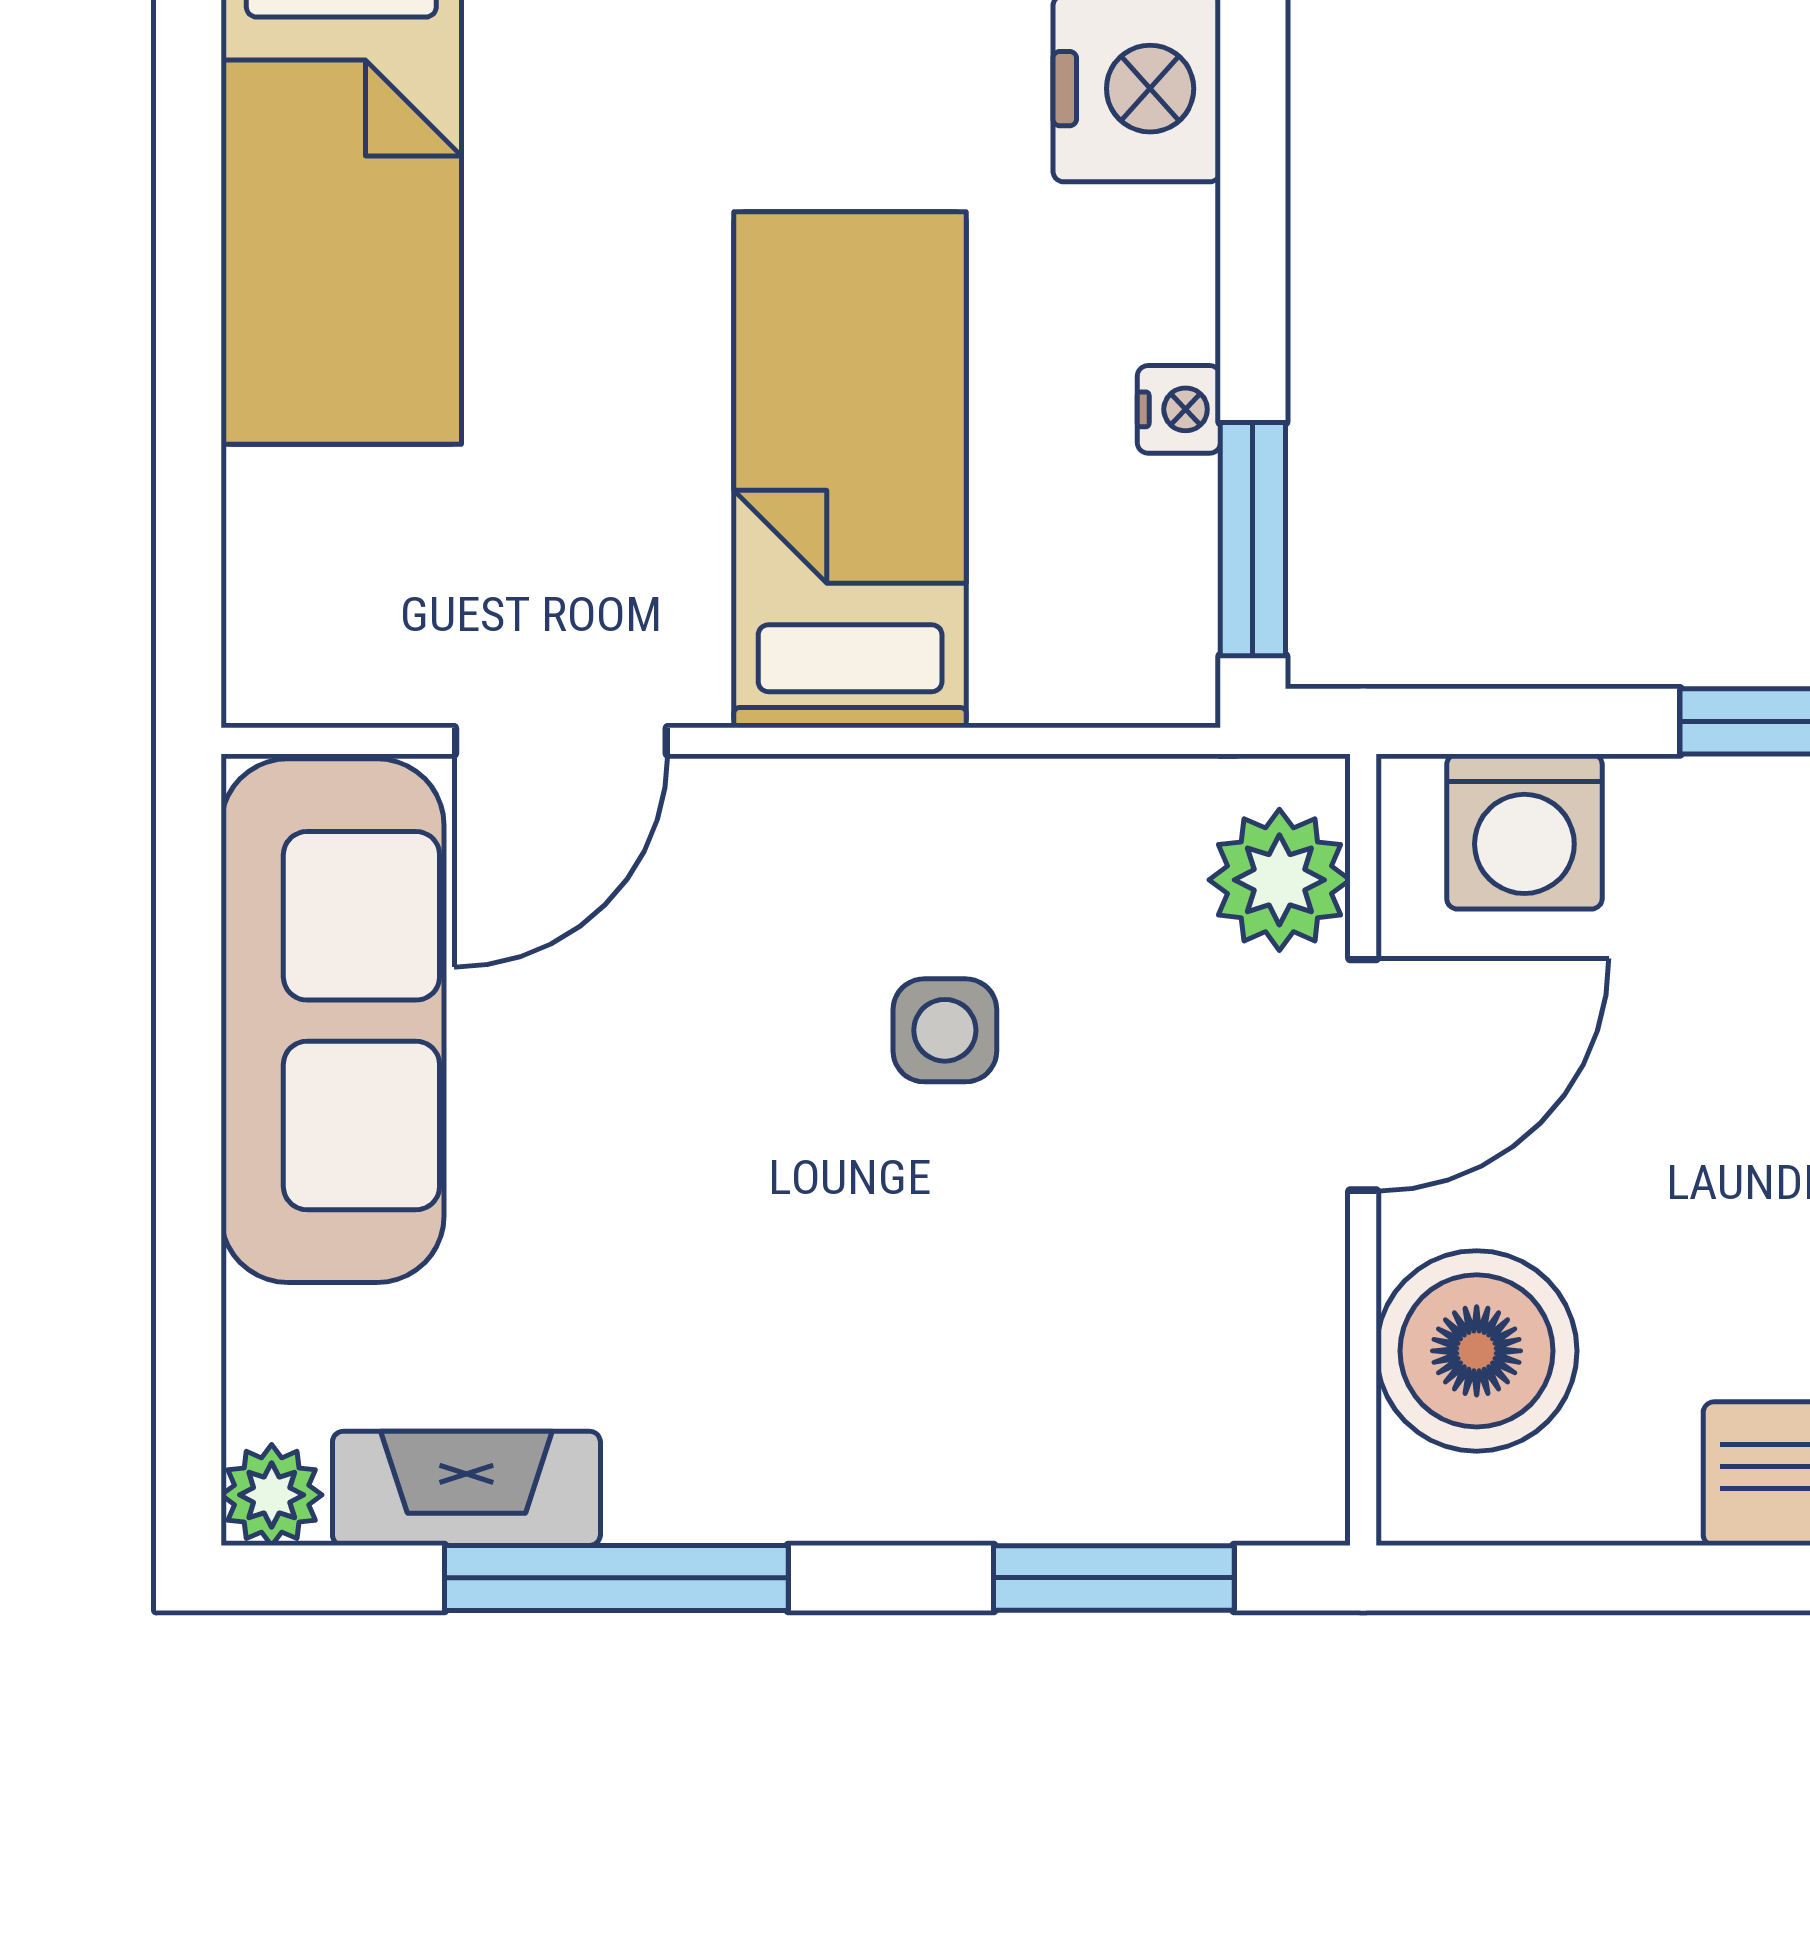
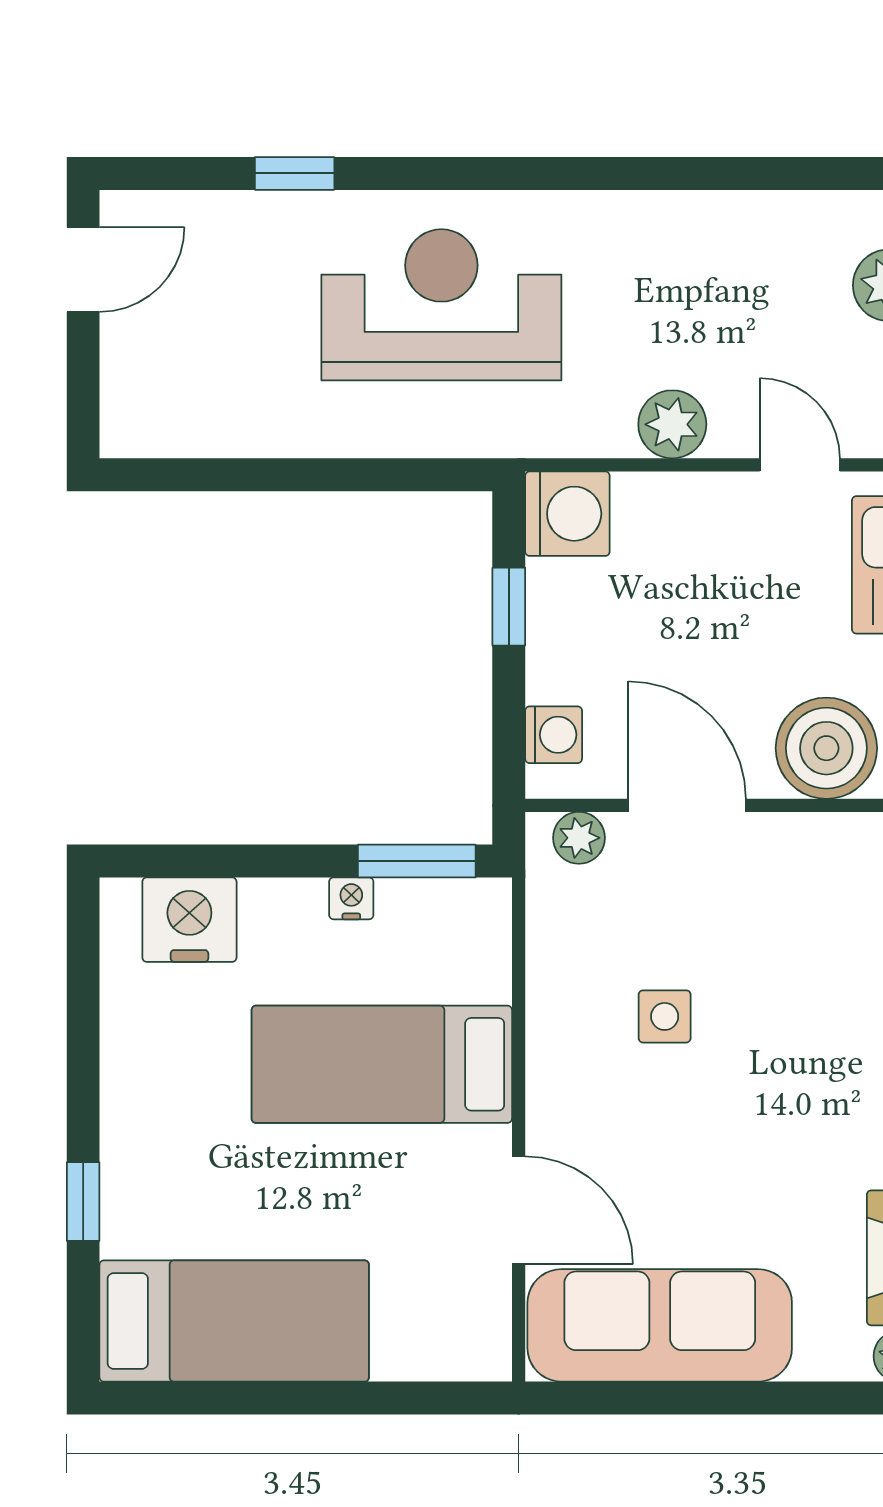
washing machine: (1524, 832) -> (554, 735), width x0.73, depth x0.73
plant: (1279, 880) -> (579, 838), width x0.73, depth x0.73

